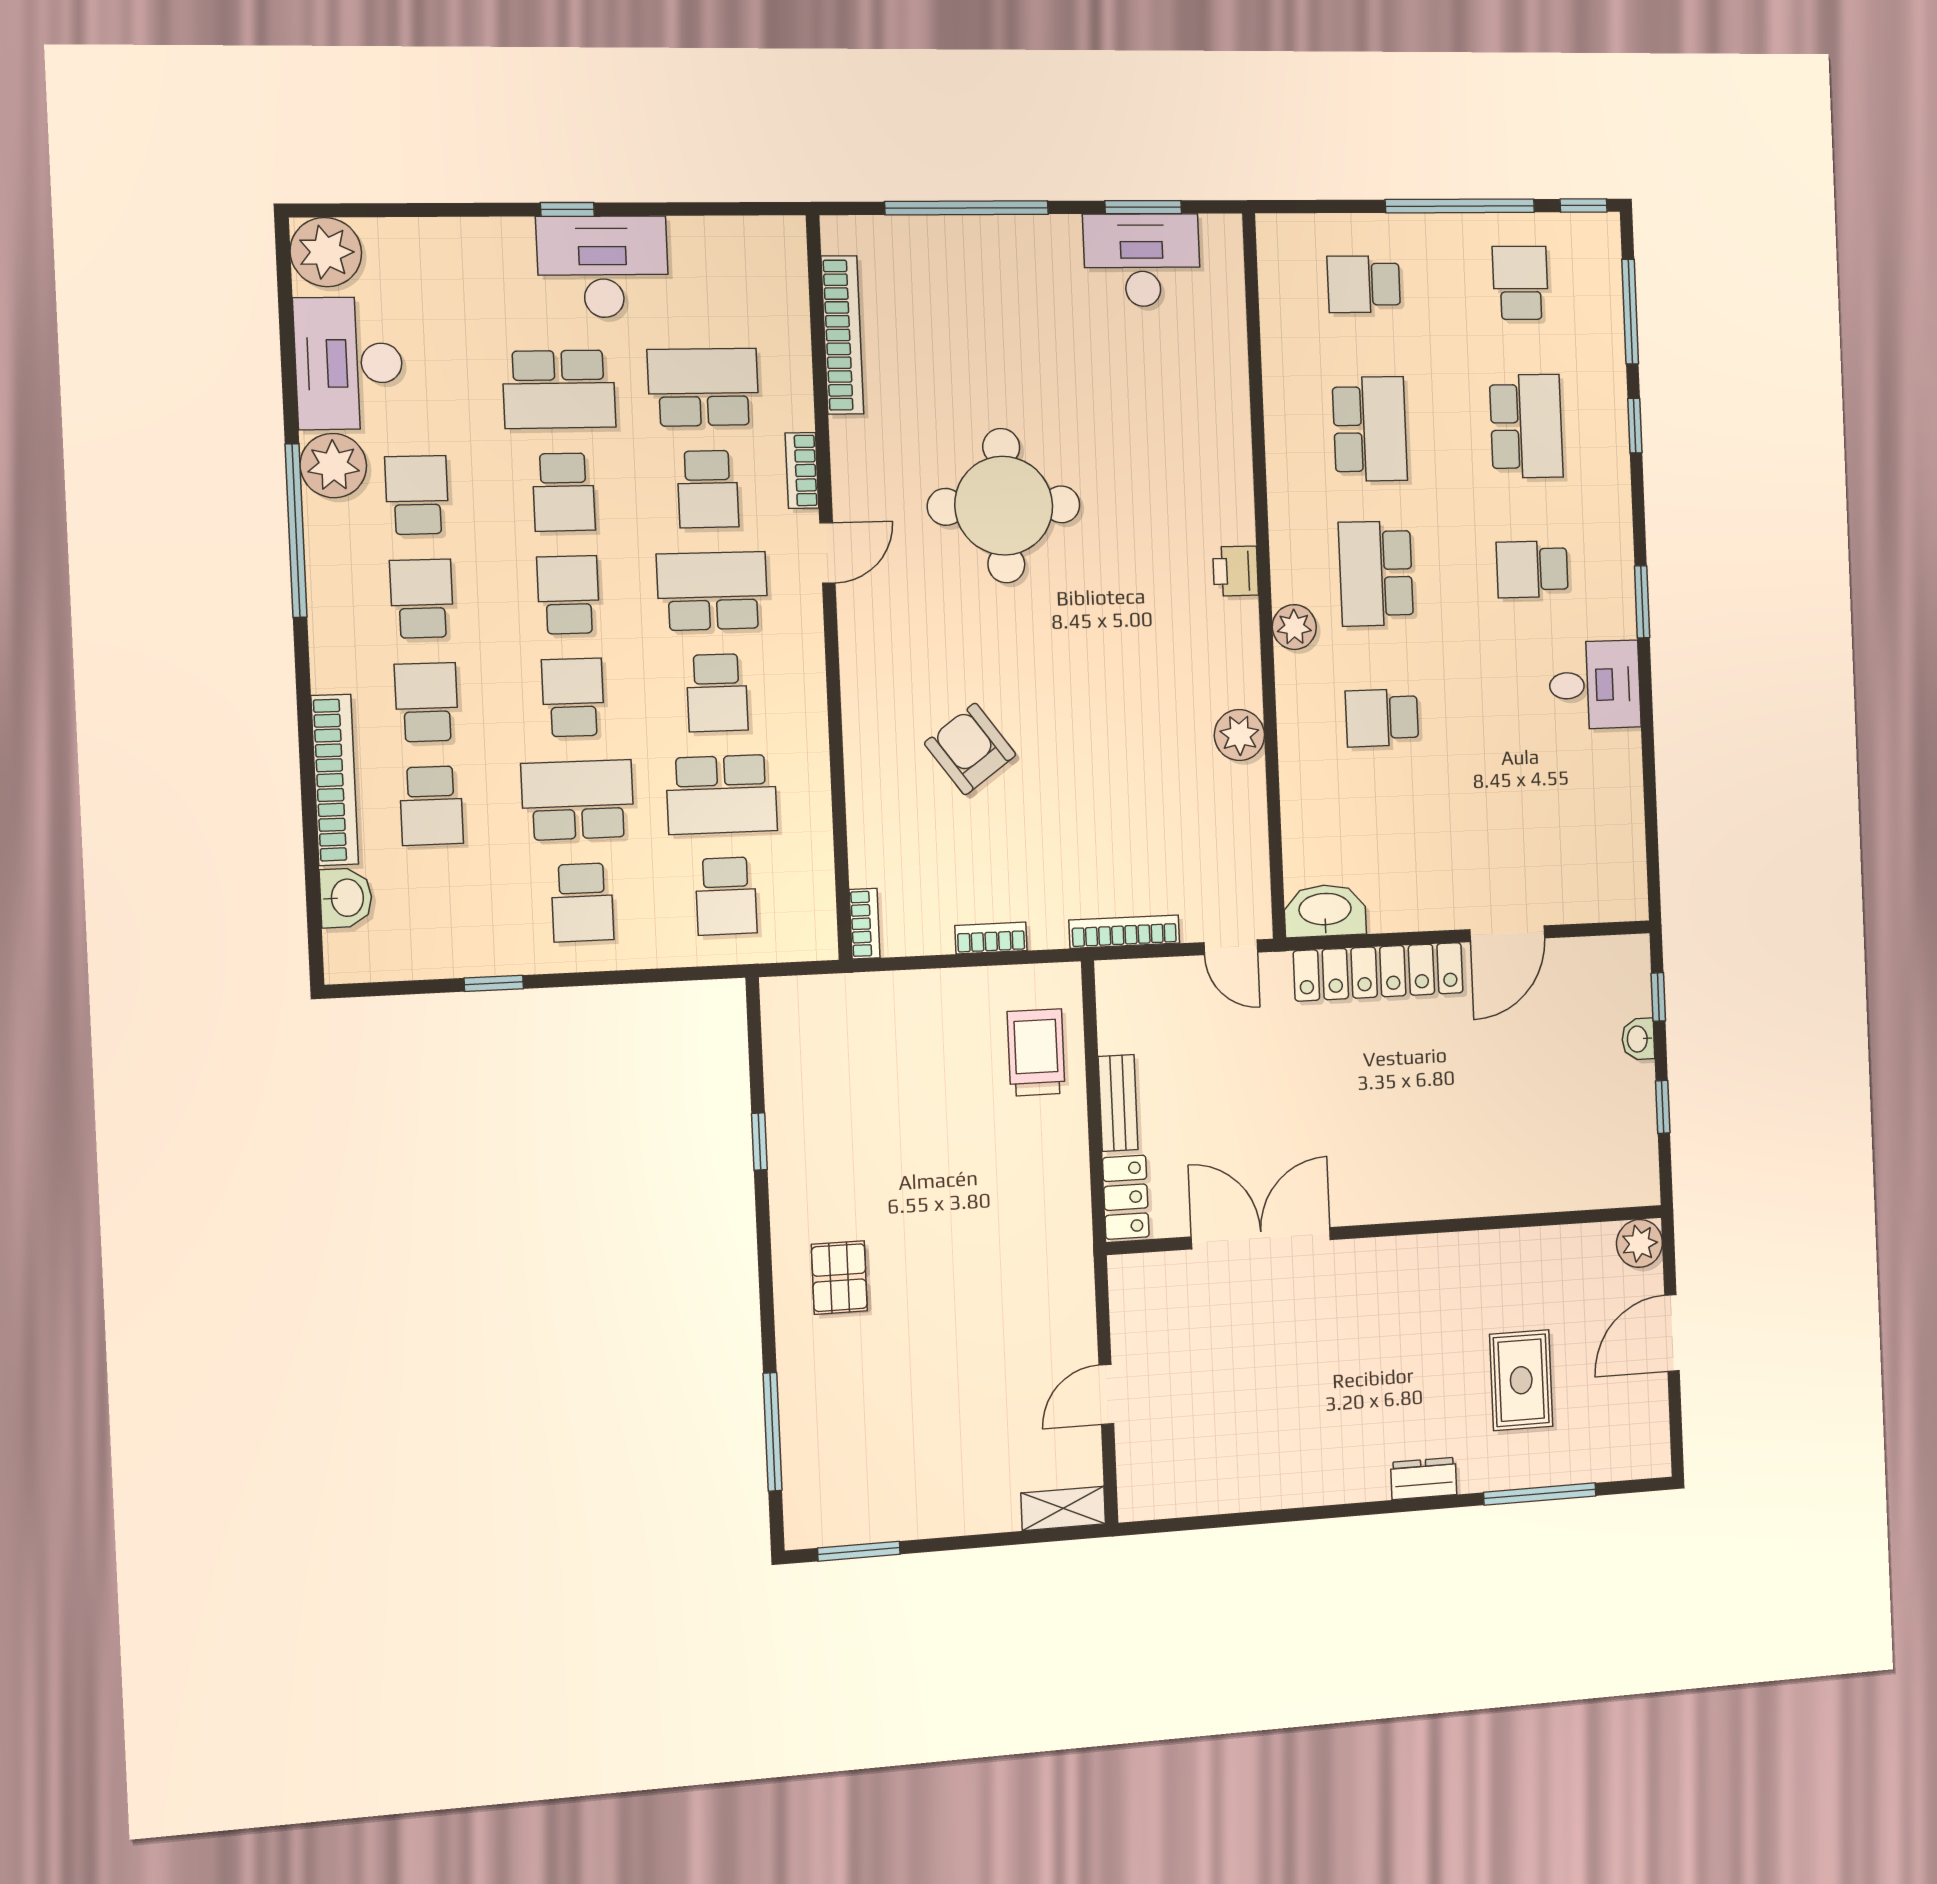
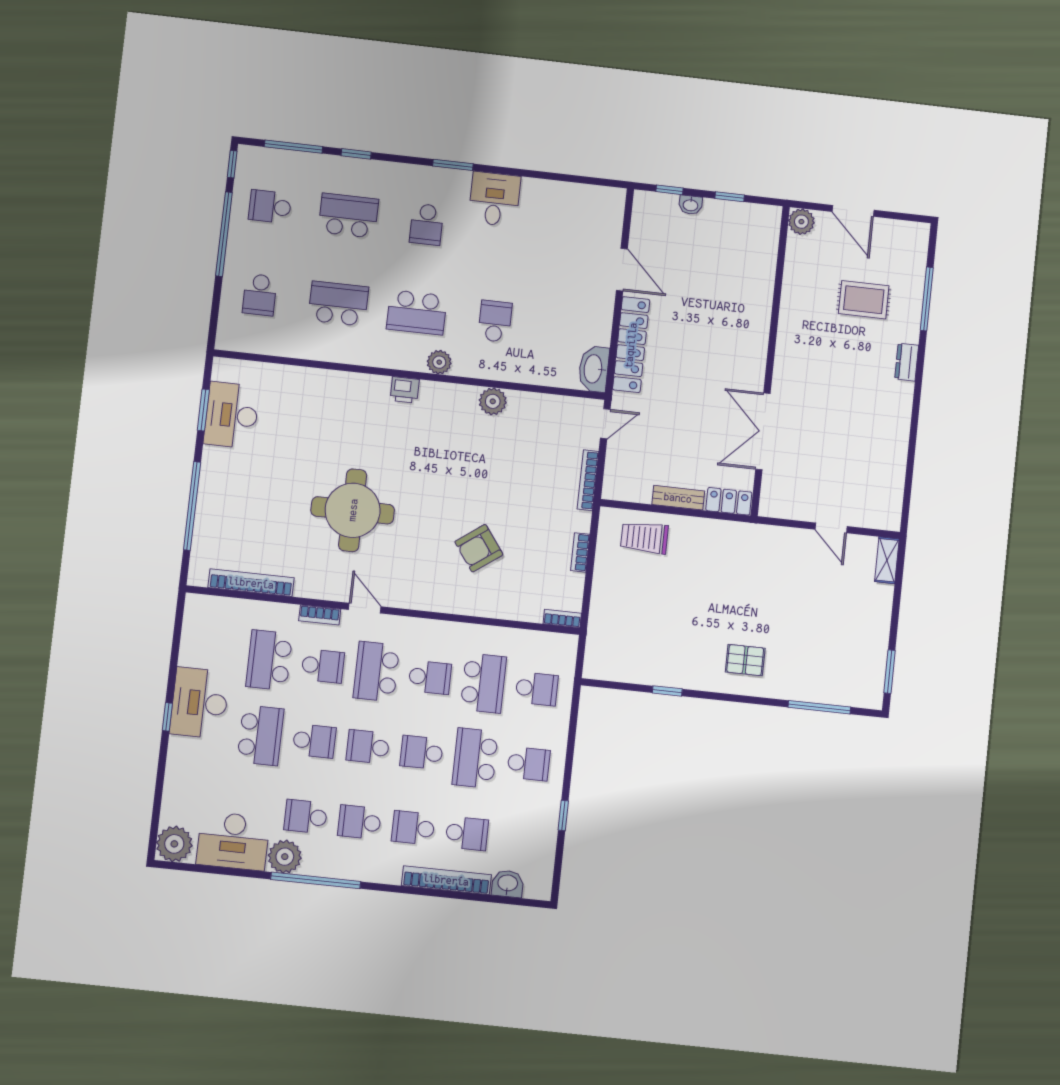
school desk: (1382, 718) -> (495, 321), turned 180

